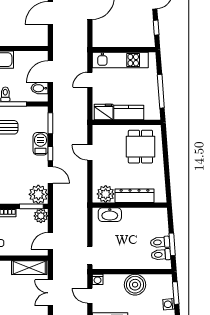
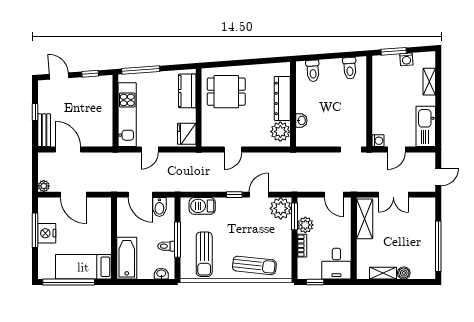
door: (90, 80) -> (150, 150), hinge flipped
window: (161, 91) -> (141, 70), moved
kitchen counter: (129, 113) -> (187, 91), moved
window: (50, 123) -> (200, 195), removed
barbecue: (40, 144) -> (202, 206), moved
washbasin: (110, 215) -> (301, 120), width x0.52, depth x0.69
plant: (41, 216) -> (305, 225), moved
toilet: (160, 242) -> (313, 71), moved
window: (172, 244) -> (338, 55), removed
boiler: (135, 285) -> (384, 98), removed

